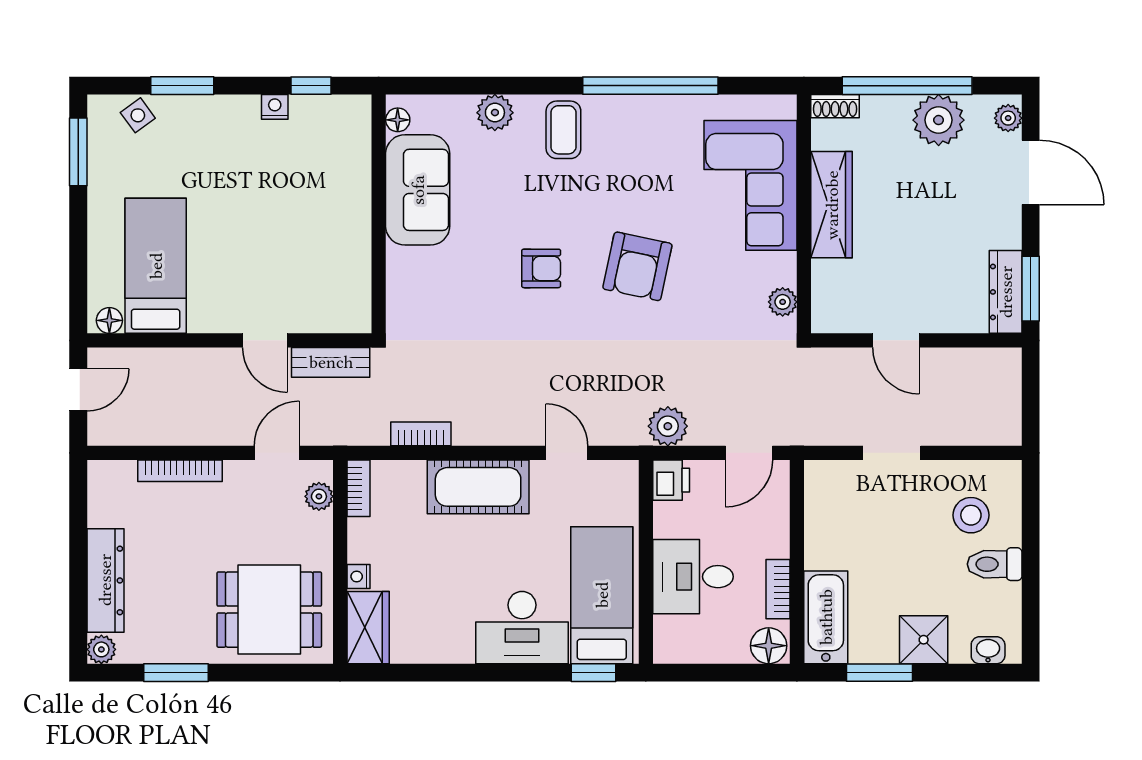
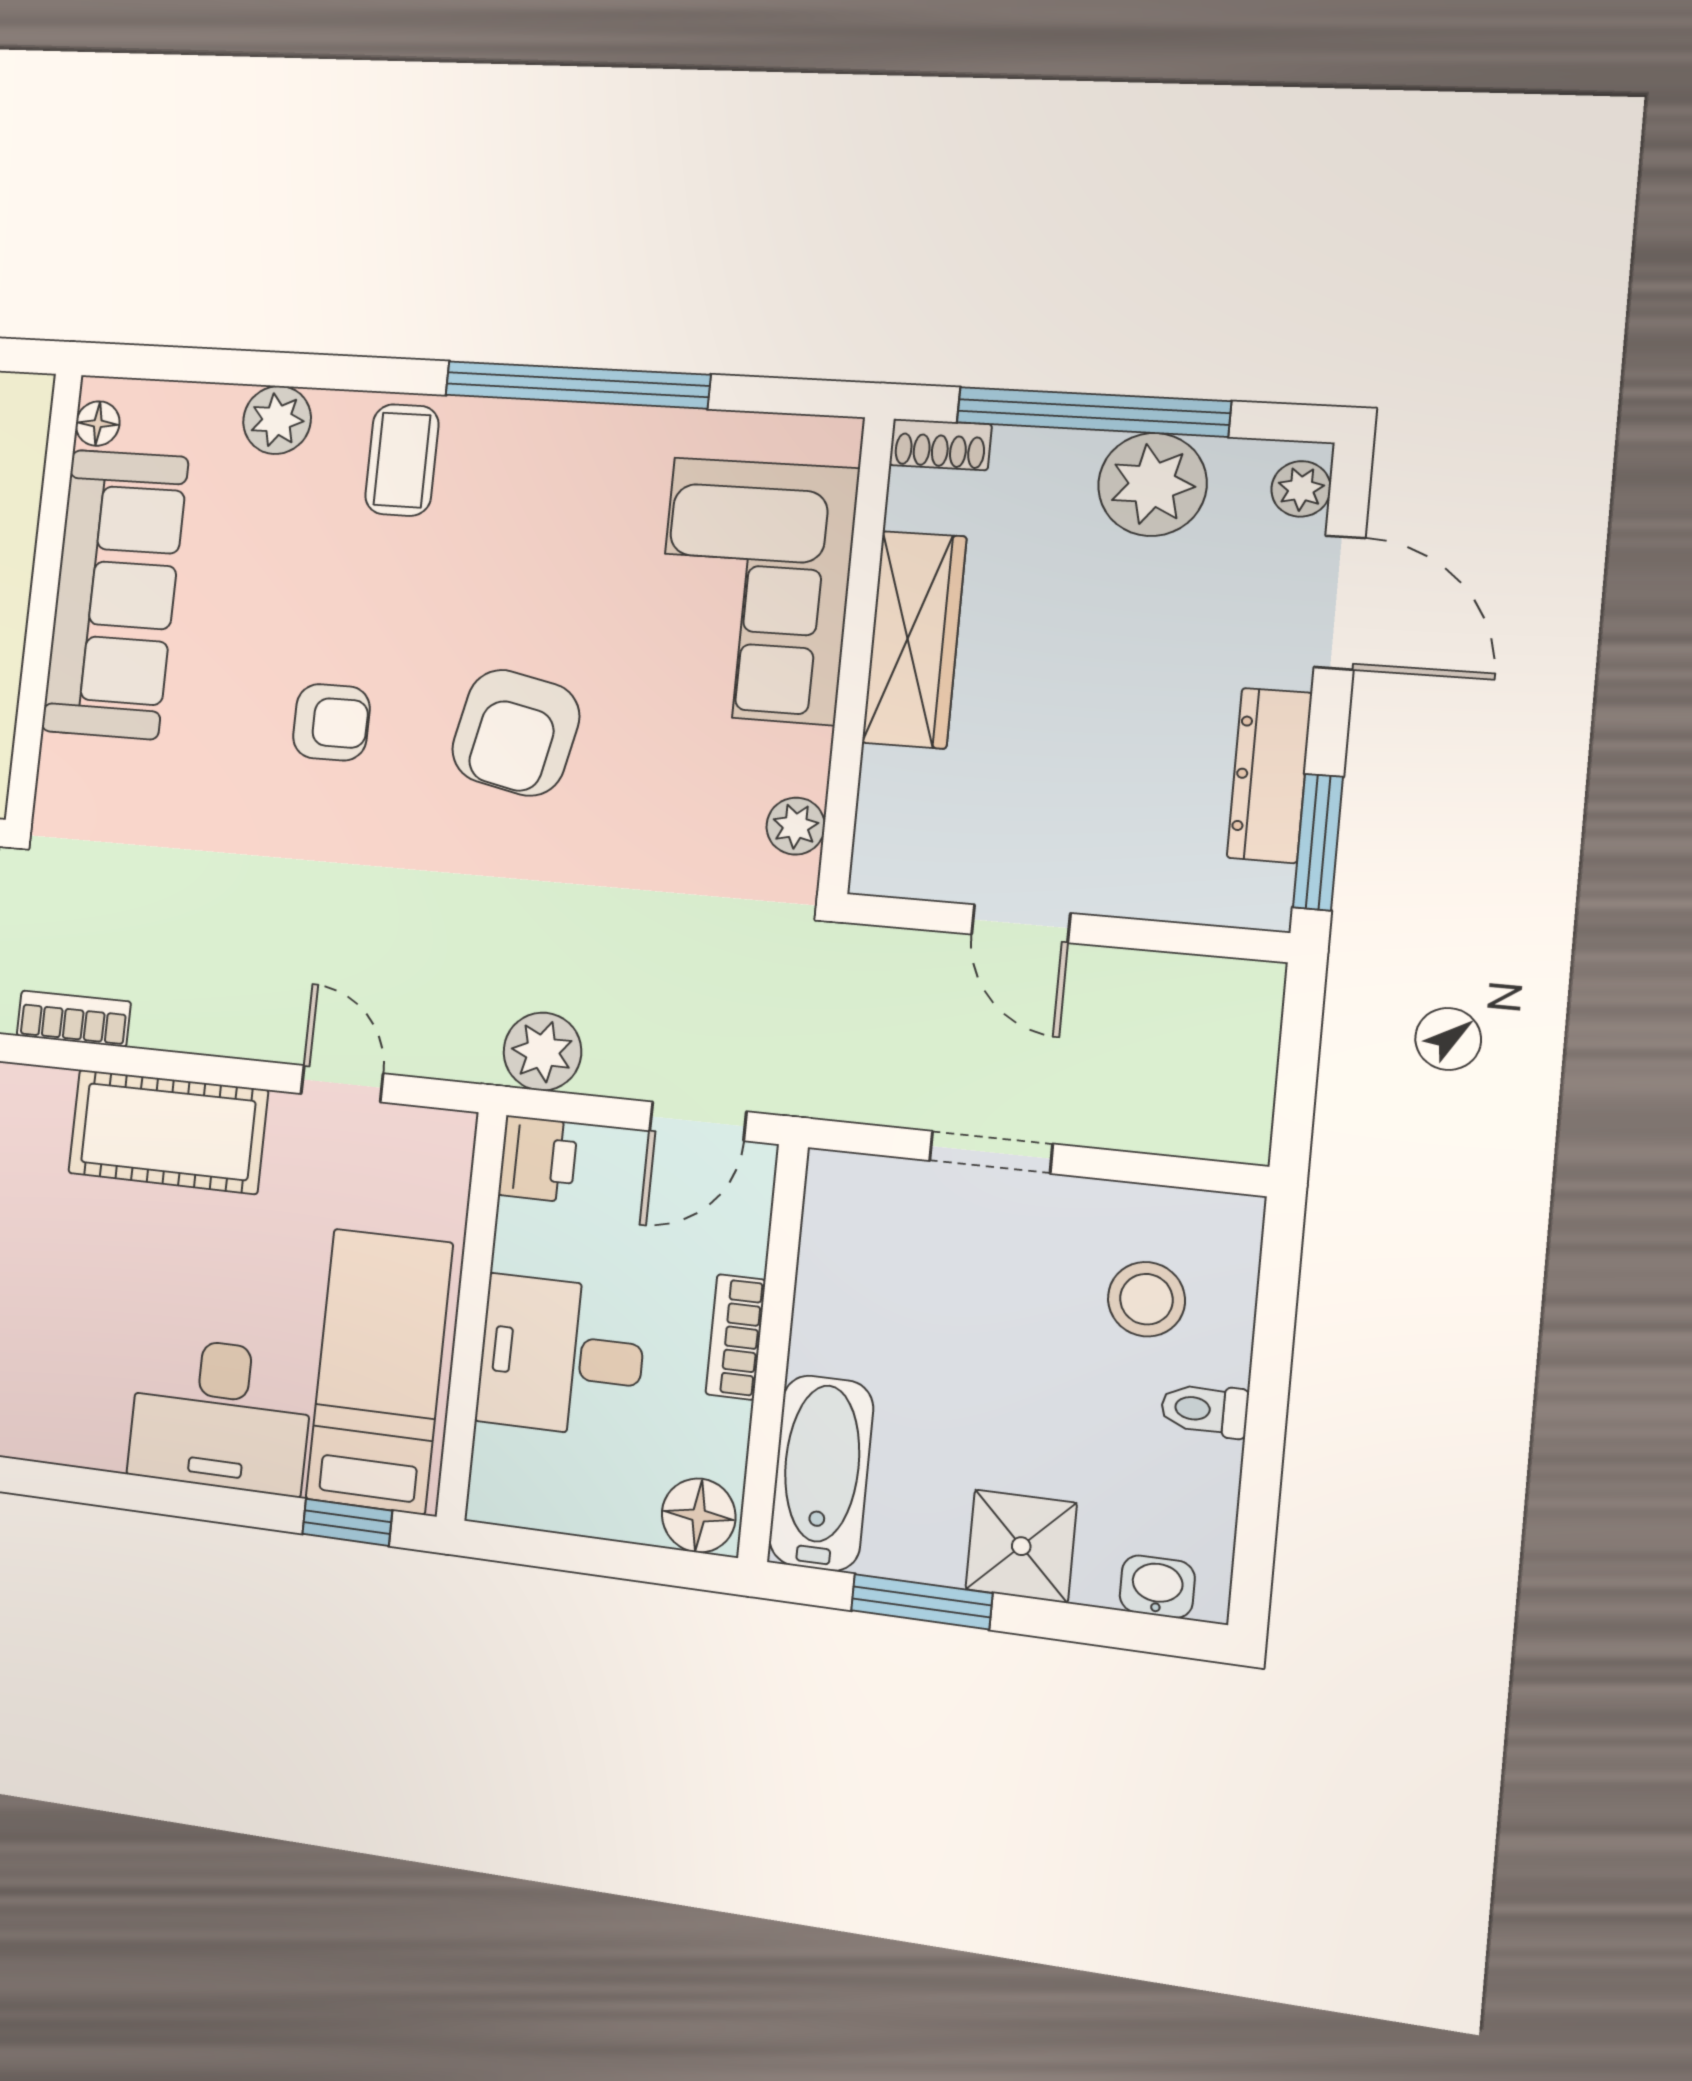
sofa: (418, 190) -> (115, 594), width x1.36
dresser: (1006, 292) -> (1269, 775), moved
toilet: (995, 564) -> (1204, 1410), width x0.73, depth x0.72
bookcase: (778, 589) -> (736, 1337), moved

